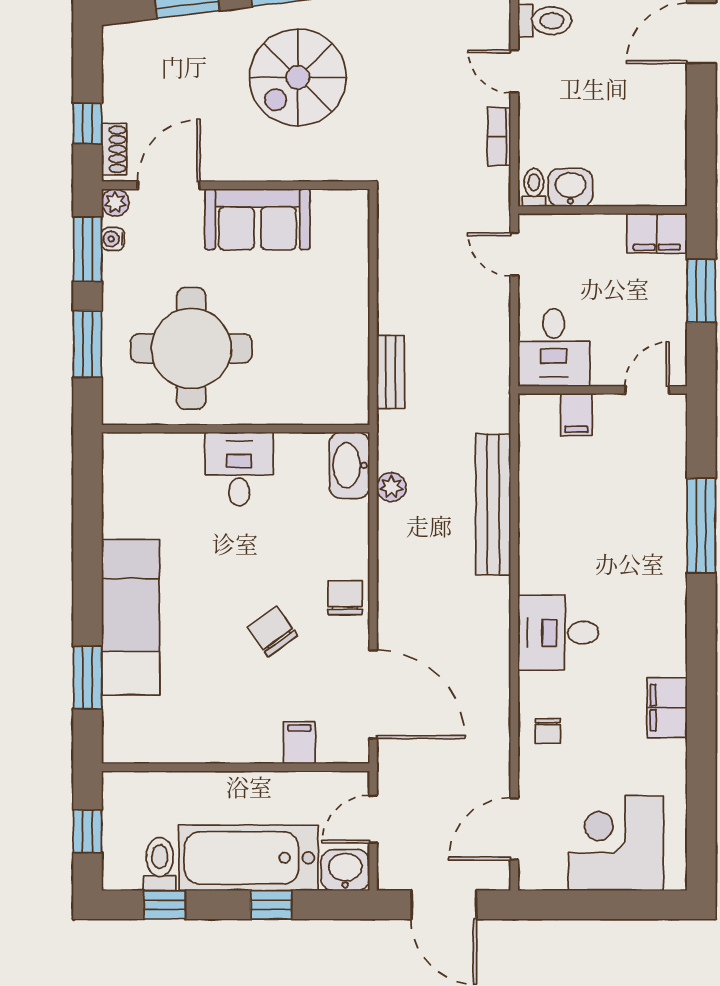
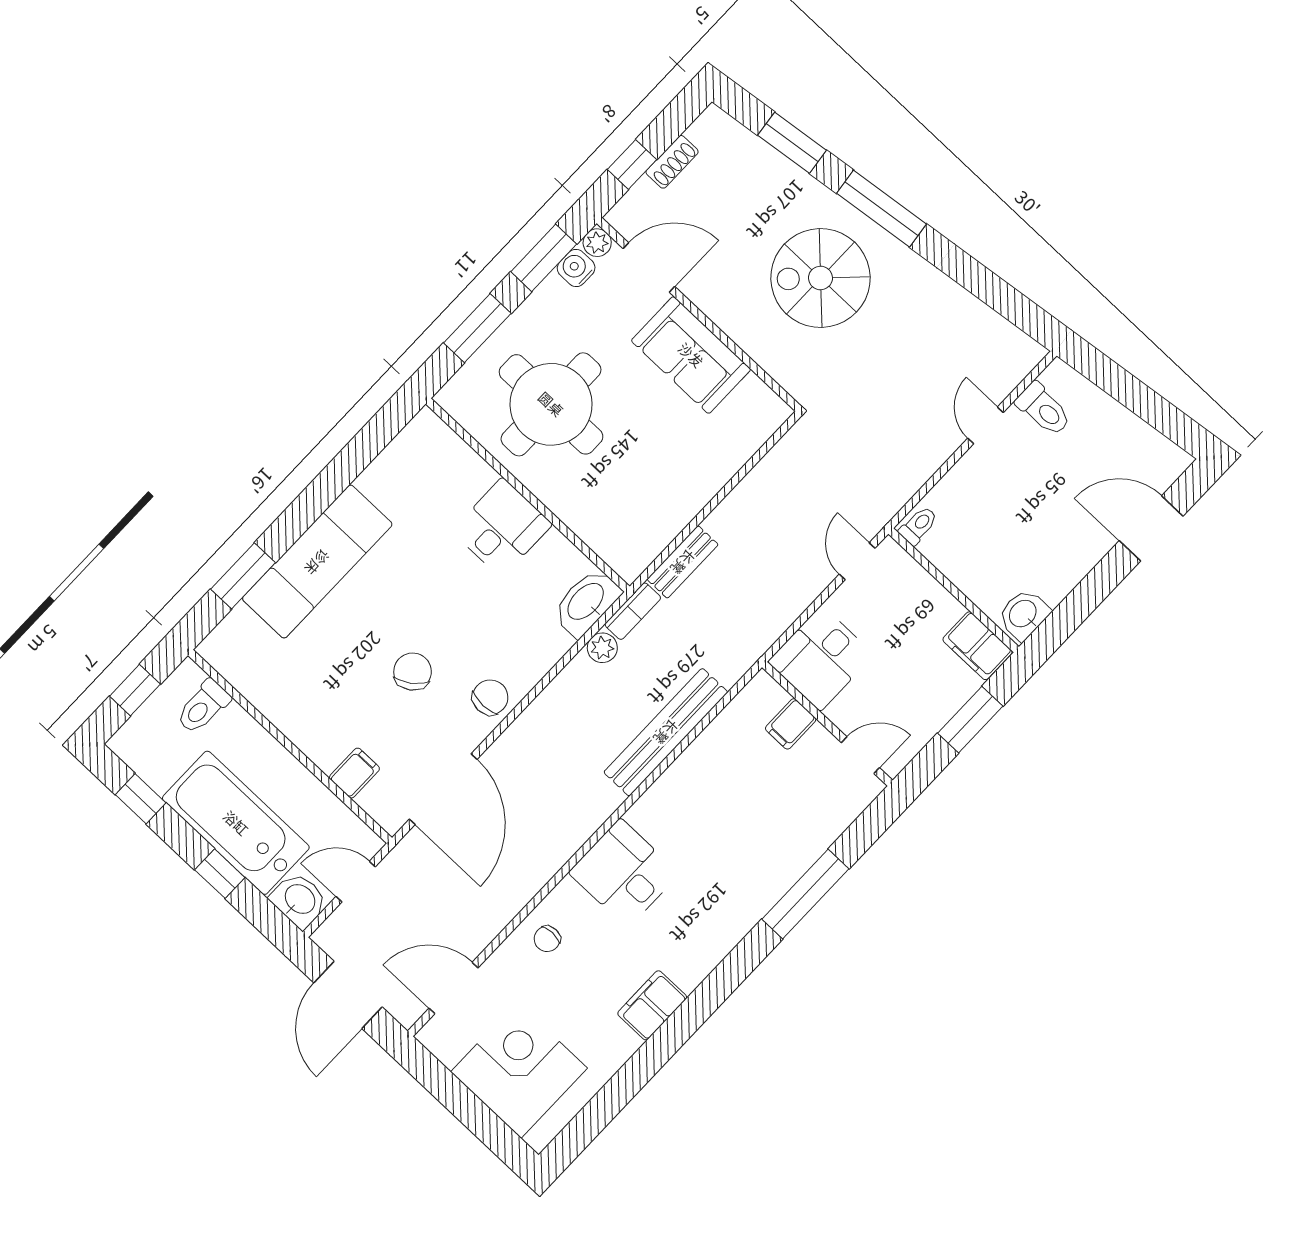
bookcase: (499, 137) -> (633, 611), moved, turned 180
shoe rack: (114, 149) -> (672, 162), moved
washbasin: (570, 188) -> (1024, 614), moved, turned -90
water cooler: (113, 239) -> (576, 268), width x1.38, depth x1.38
toilet: (160, 864) -> (203, 707), moved, turned 180

